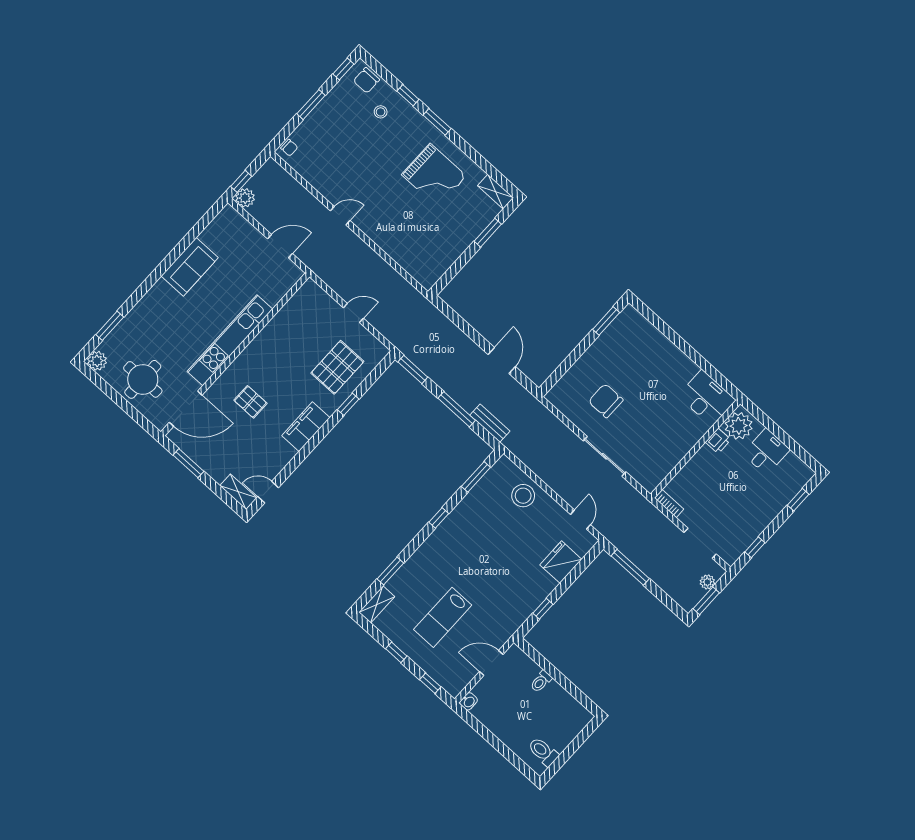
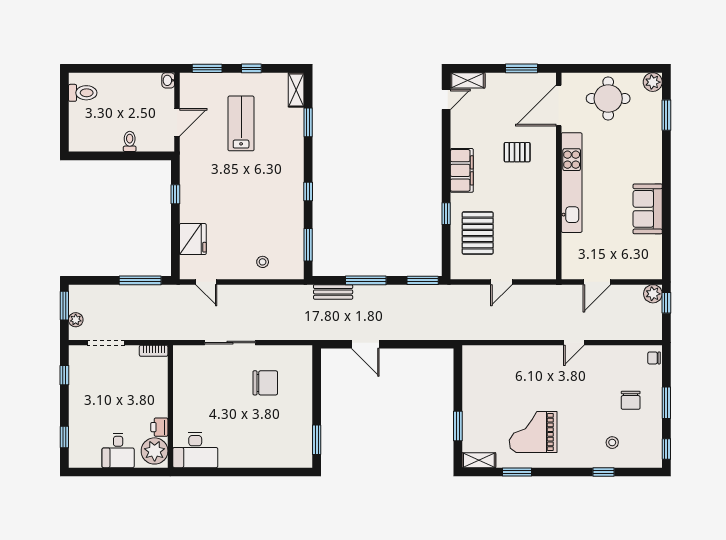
chair: (366, 80) -> (631, 400), moved, turned 180
window: (437, 122) -> (517, 472), moved
stool: (523, 496) -> (263, 262), width x0.53, depth x0.53
window: (430, 683) -> (207, 68), width x1.50

